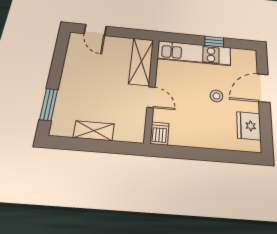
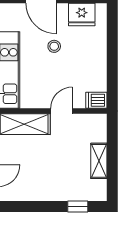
window: (49, 105) -> (78, 206), width x0.67

